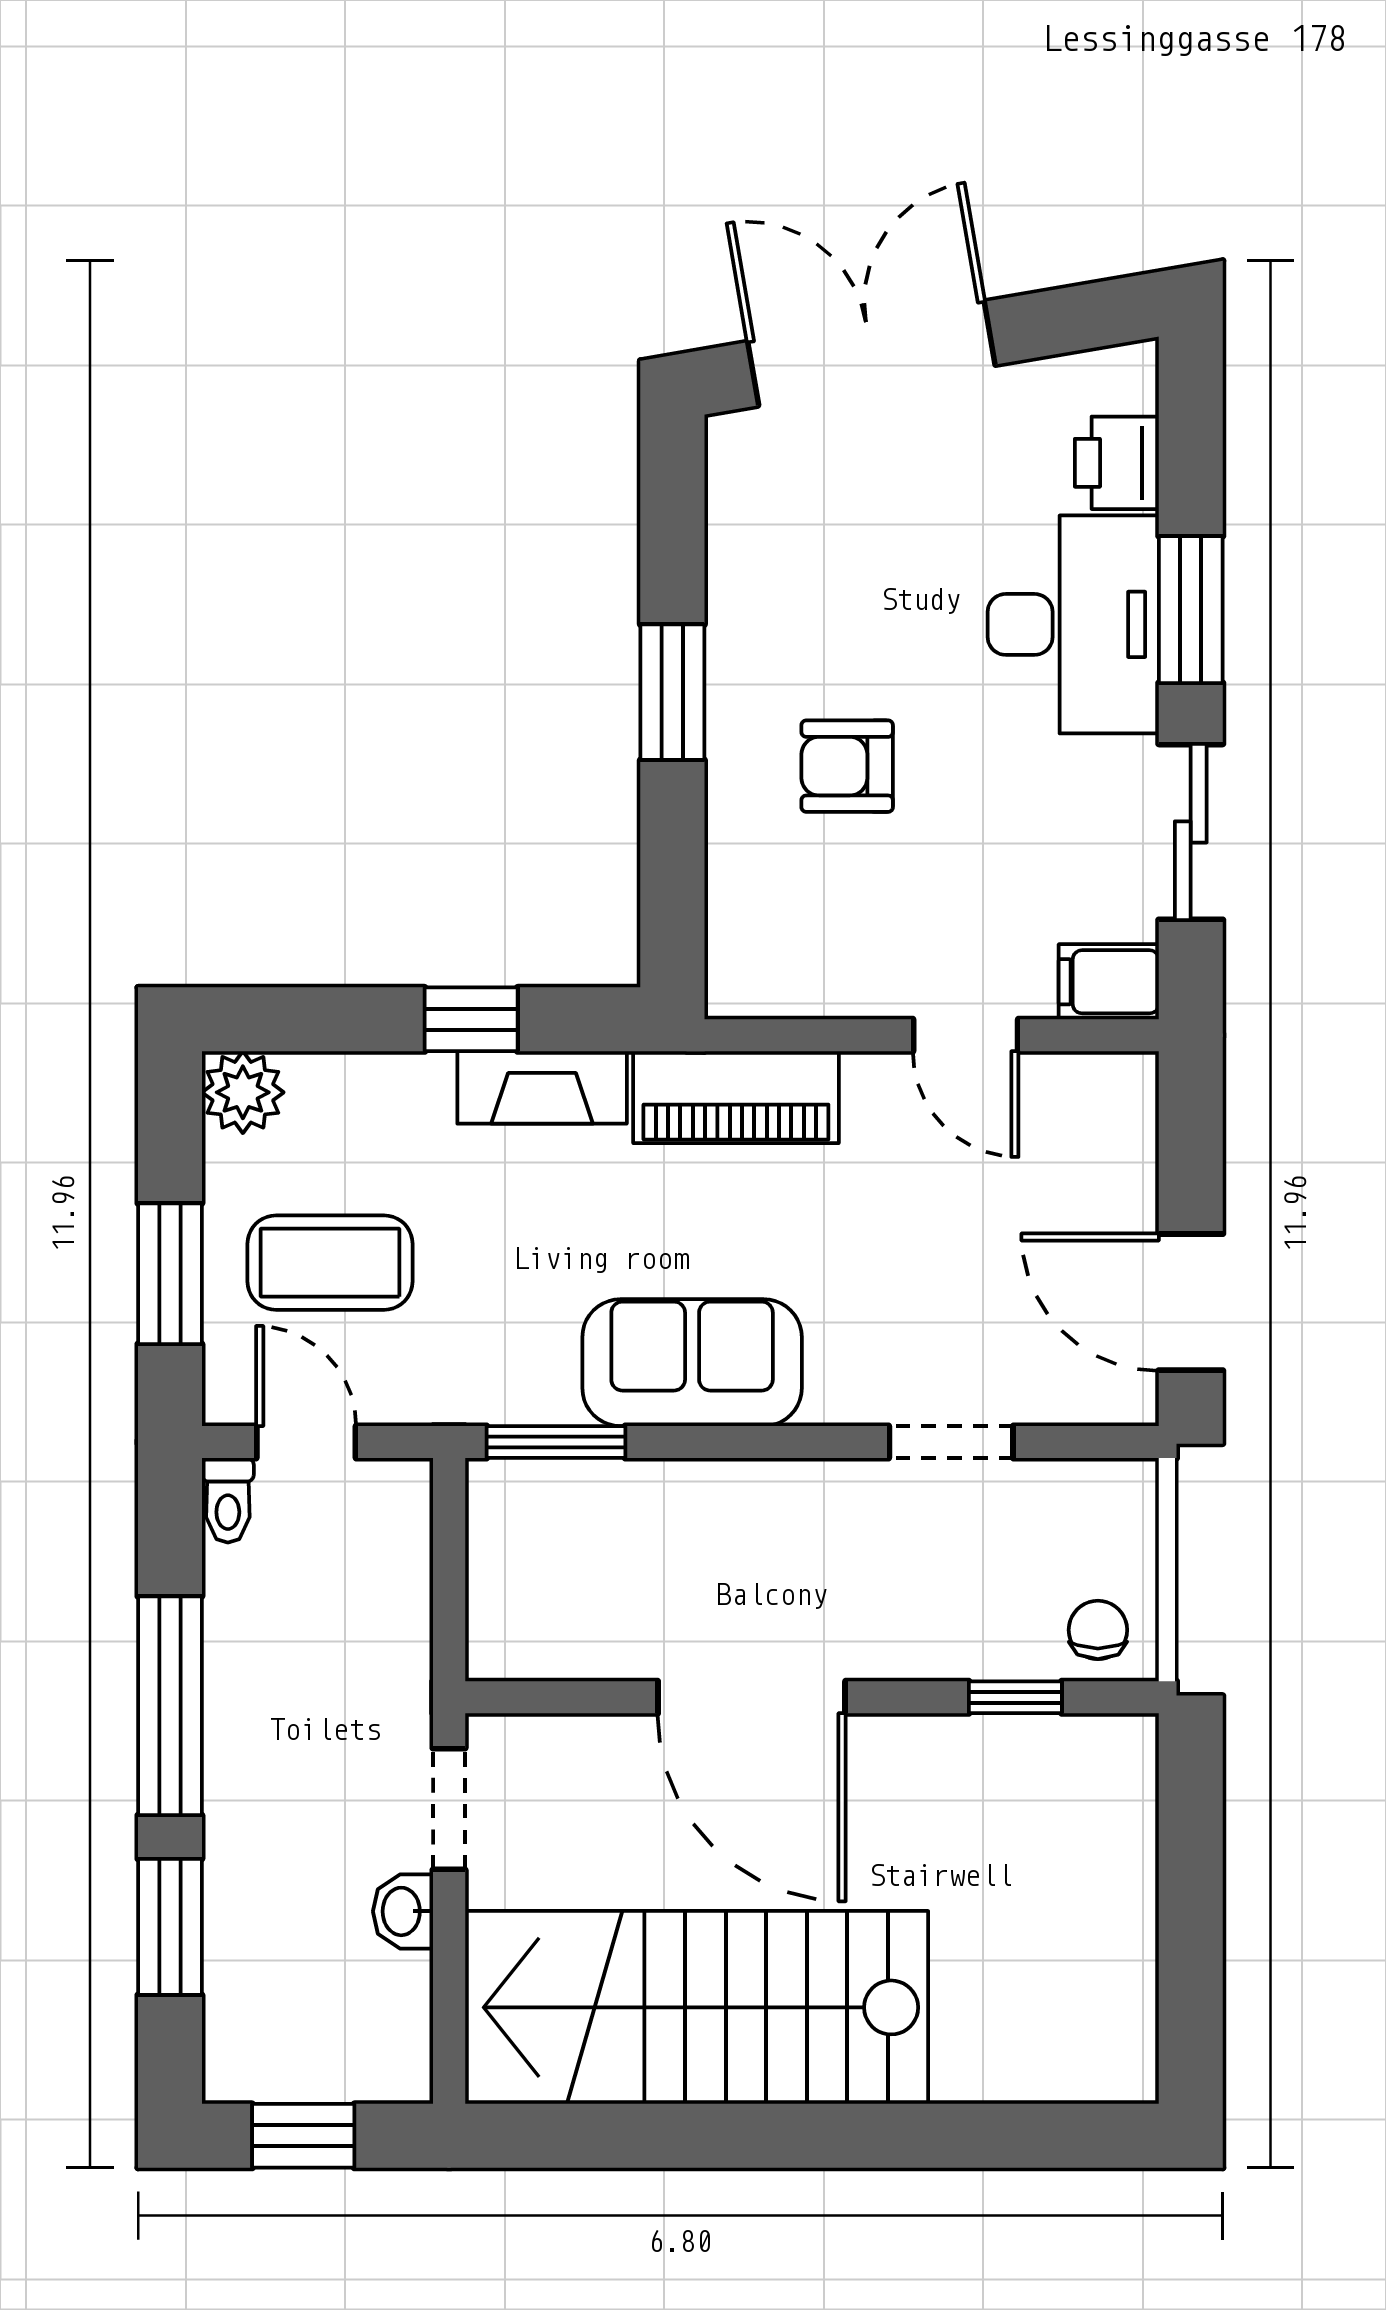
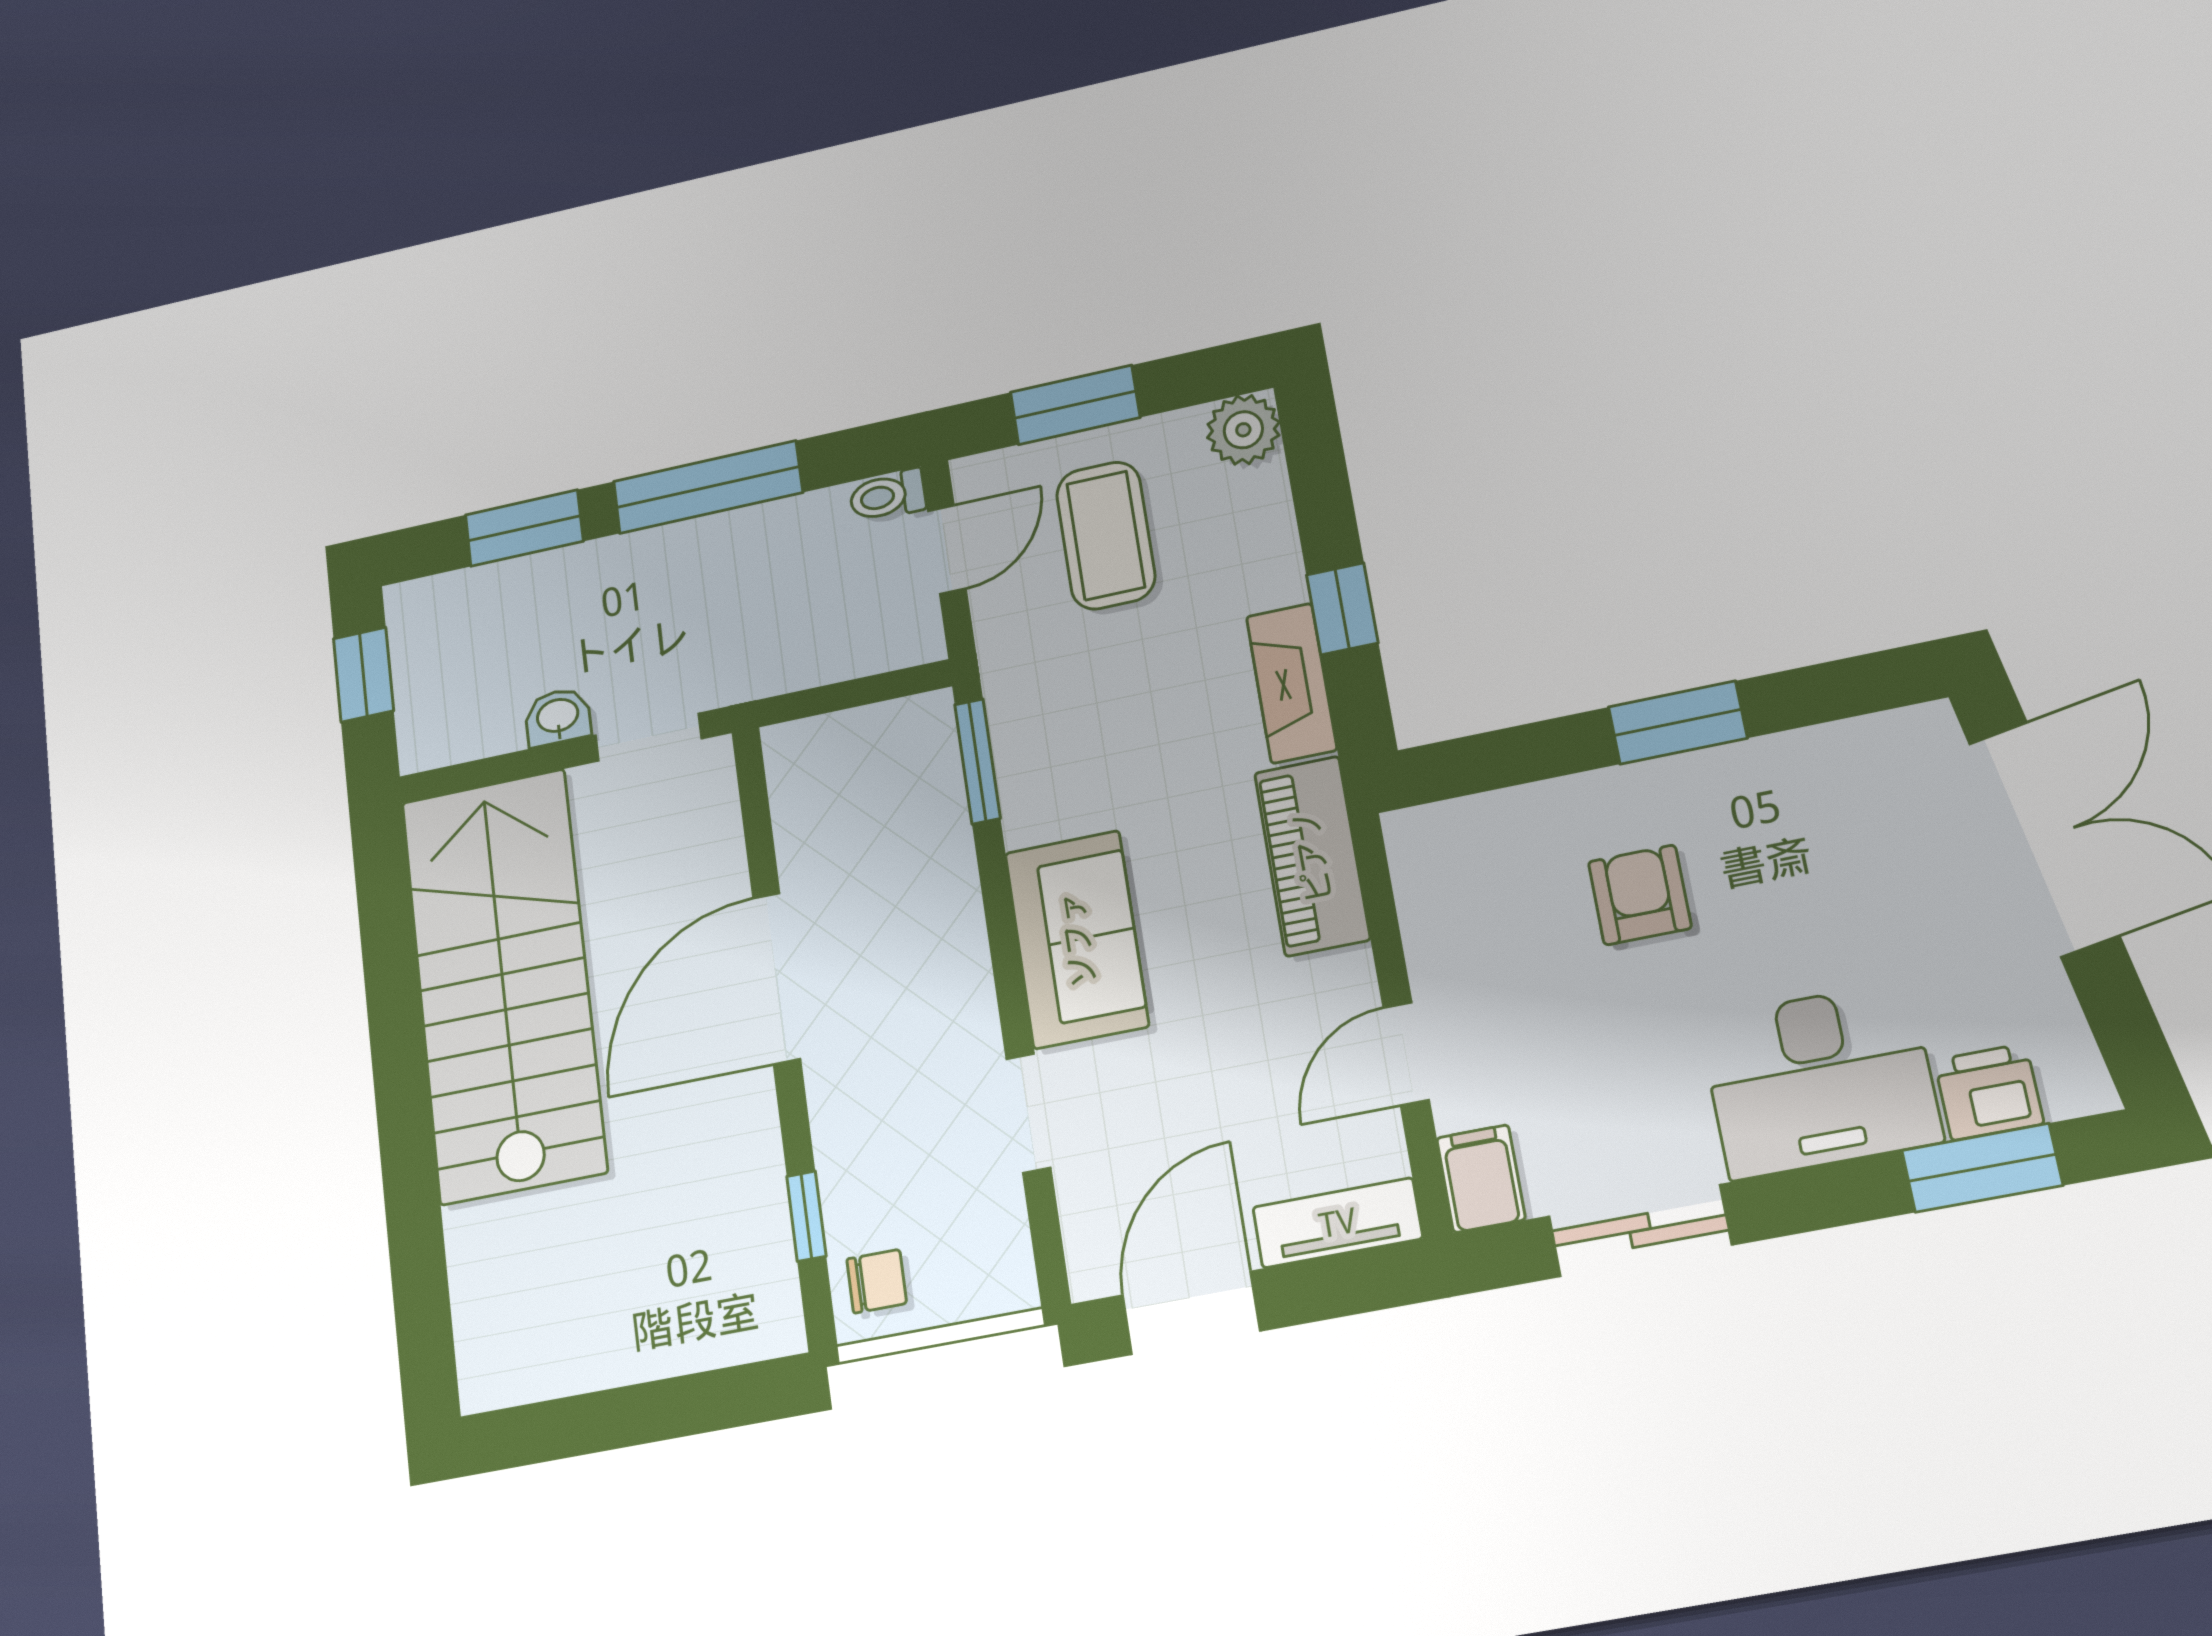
window: (1191, 610) -> (1982, 1168), moved
tv unit: (1127, 1136) -> (1338, 1223), added
sofa: (692, 1363) -> (1077, 939), moved

